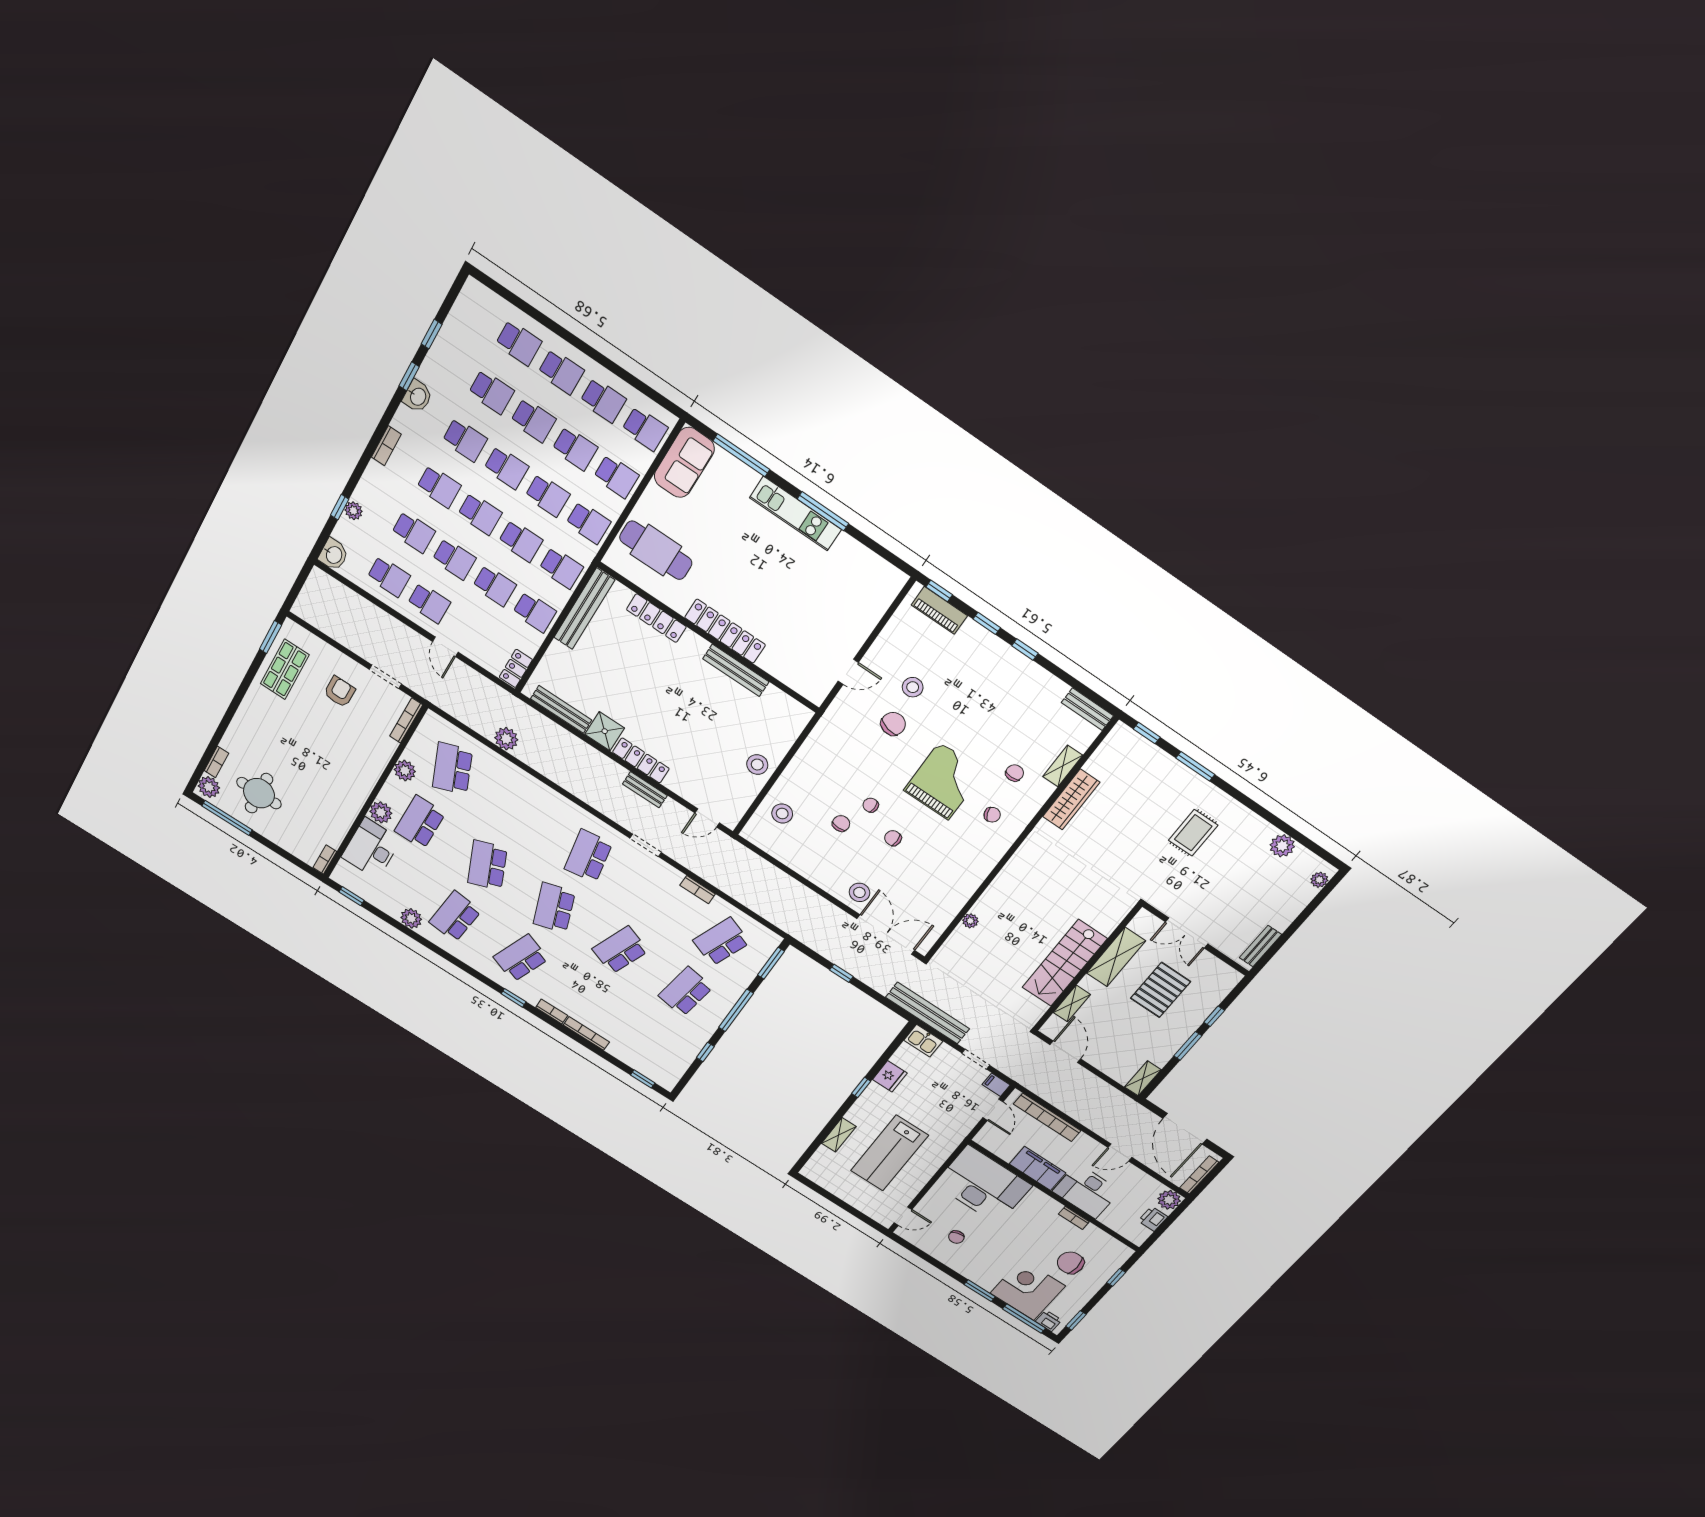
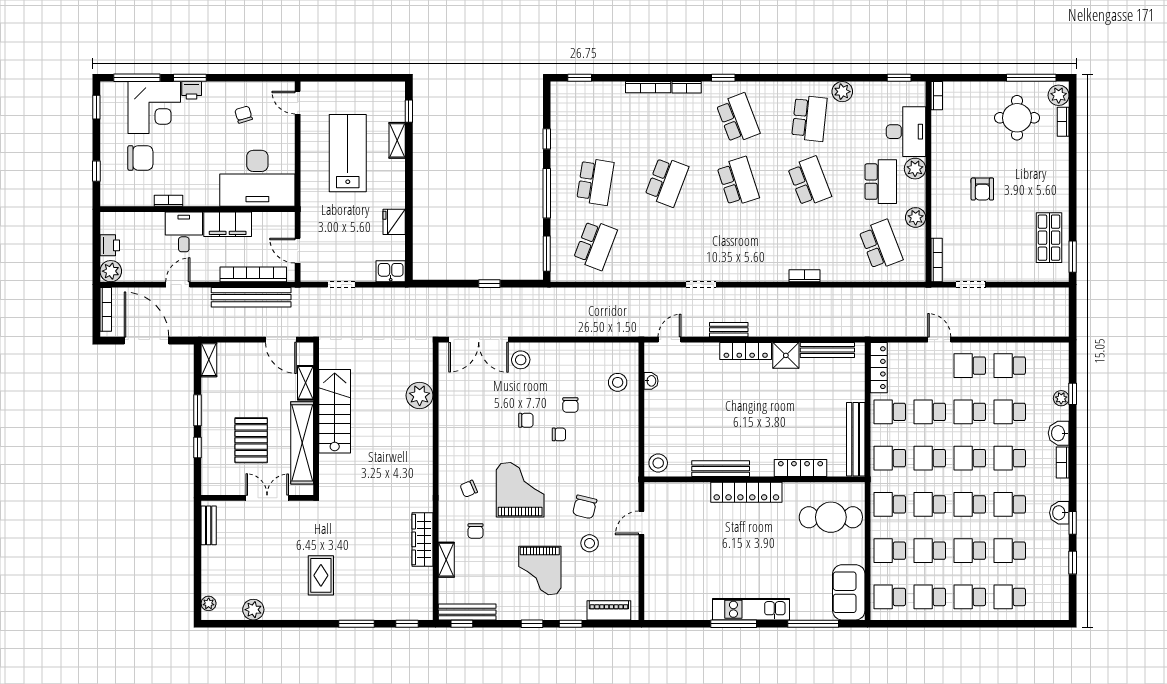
washbasin: (333, 555) -> (1059, 433), moved
window: (939, 591) -> (462, 624), moved
locker: (516, 668) -> (879, 368), width x1.53
armchair: (340, 692) -> (982, 189), moved
grand piano: (980, 695) -> (540, 570), added
bench: (1087, 709) -> (467, 612), width x1.36
plant: (506, 739) -> (854, 298), removed
stool: (757, 765) -> (658, 463), moved
grand piano: (944, 781) -> (520, 490), turned 180
washbasin: (749, 794) -> (651, 381), added
school desk: (588, 856) -> (738, 245), removed
bookcase: (698, 890) -> (805, 276), moved
plant: (970, 921) -> (420, 395), width x1.87, depth x1.87
shelving: (1116, 957) -> (302, 443), width x1.47
school desk: (521, 958) -> (738, 118), turned -42
bench: (928, 1013) -> (251, 297), moved
filing cabinet: (996, 1085) -> (311, 274), removed
window: (861, 1087) -> (409, 111), moved
desk: (1086, 1191) -> (184, 232), width x0.73
door: (903, 1216) -> (298, 103), hinge flipped
printer: (1049, 1321) -> (192, 90), moved

